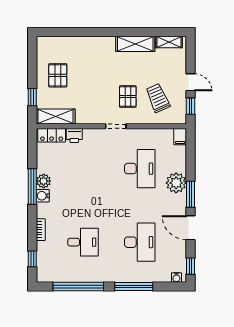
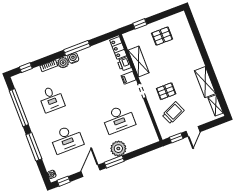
shelving: (56, 116) -> (139, 61), moved
filing cabinet: (180, 137) -> (129, 78), moved
plant: (44, 181) -> (63, 63), moved

